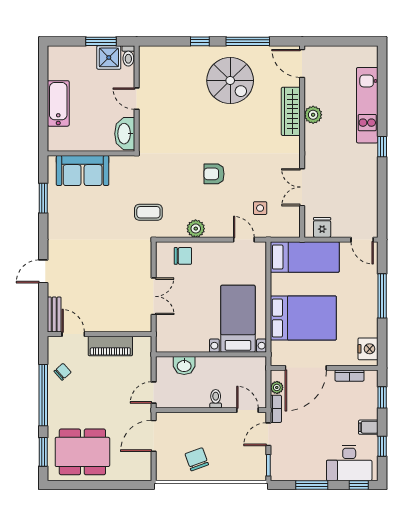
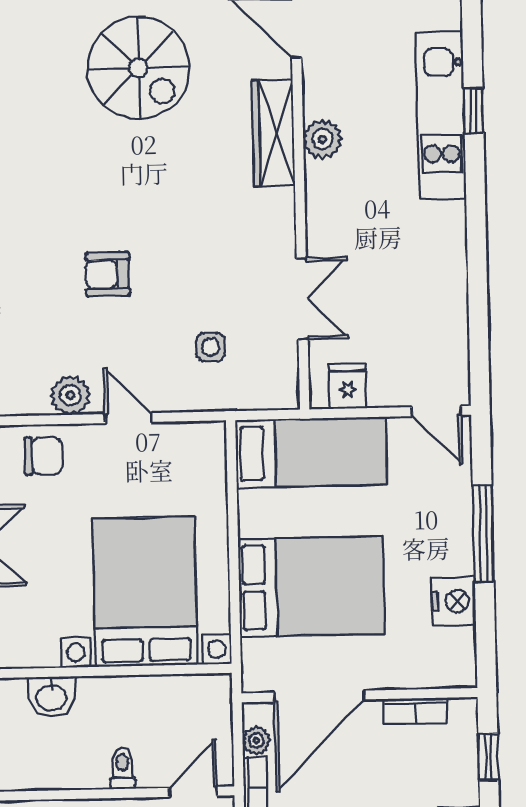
window: (382, 147) -> (474, 111), moved
double door: (302, 187) -> (302, 299), swing flipped
door: (244, 240) -> (128, 418), moved
bed with nightstands: (238, 319) -> (145, 592), width x1.36
nightstand: (368, 349) -> (454, 601), moved
door: (247, 410) -> (193, 792), hinge flipped

